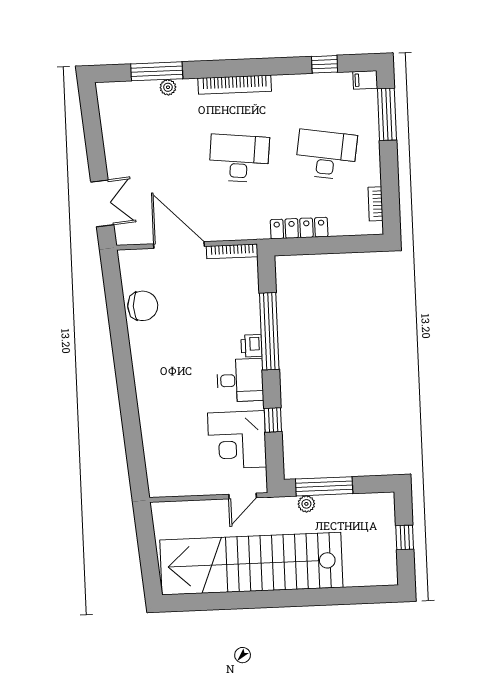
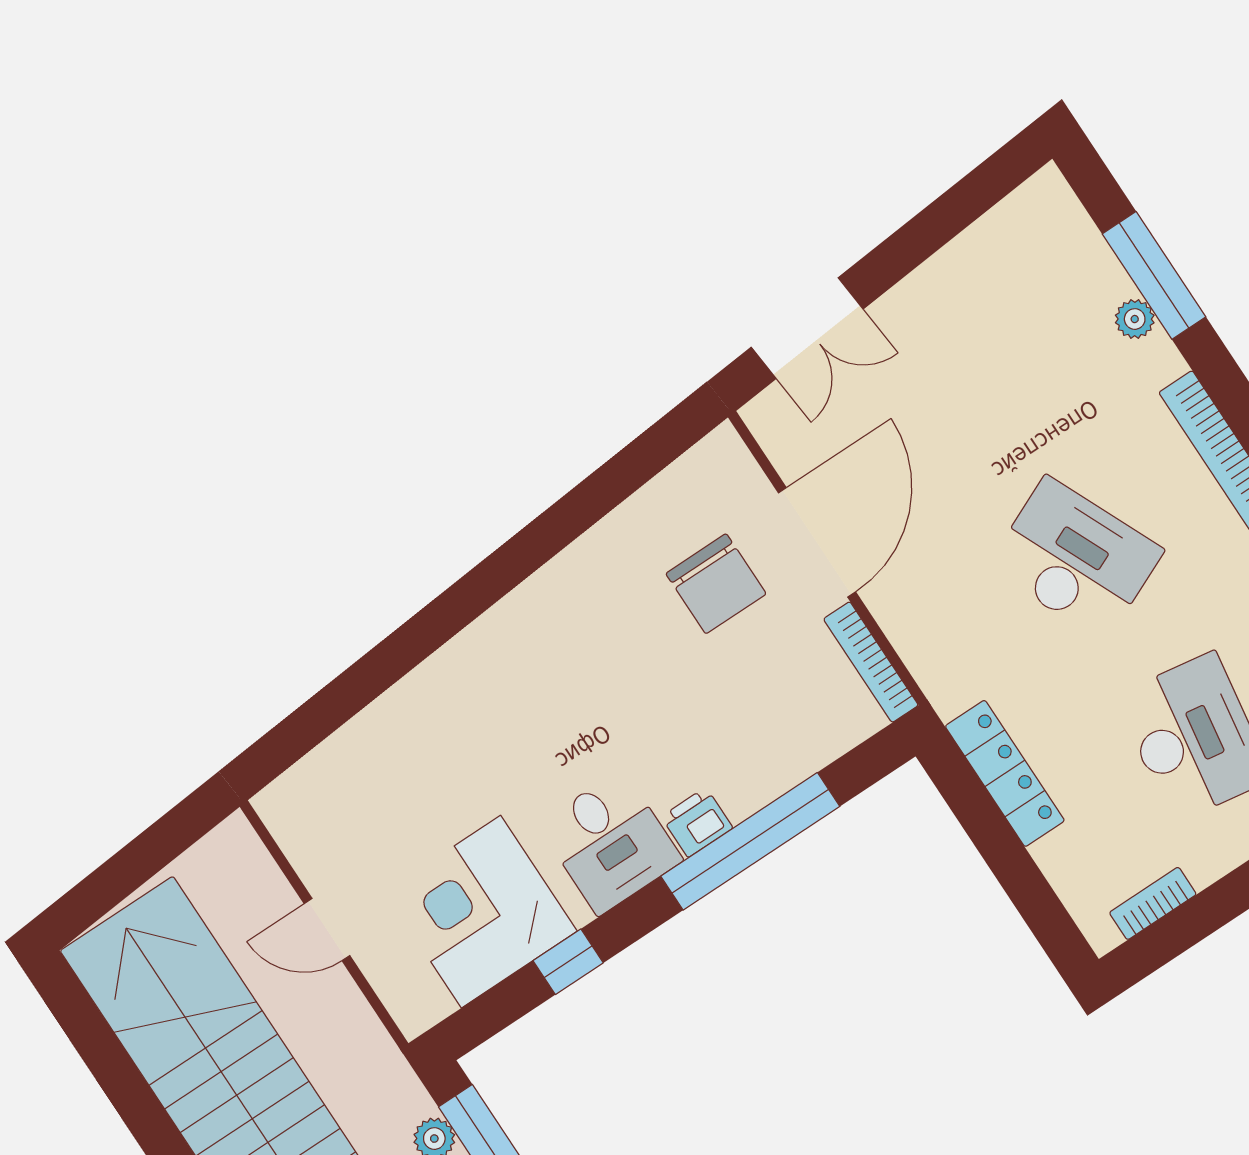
desk: (239, 158) -> (1076, 559), turned -30
chair: (143, 306) -> (716, 584), moved
door: (243, 496) -> (327, 930), moved

